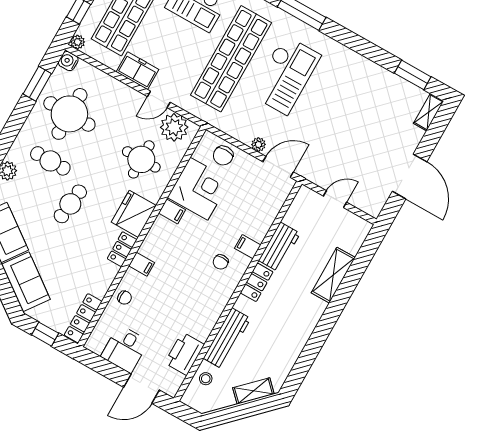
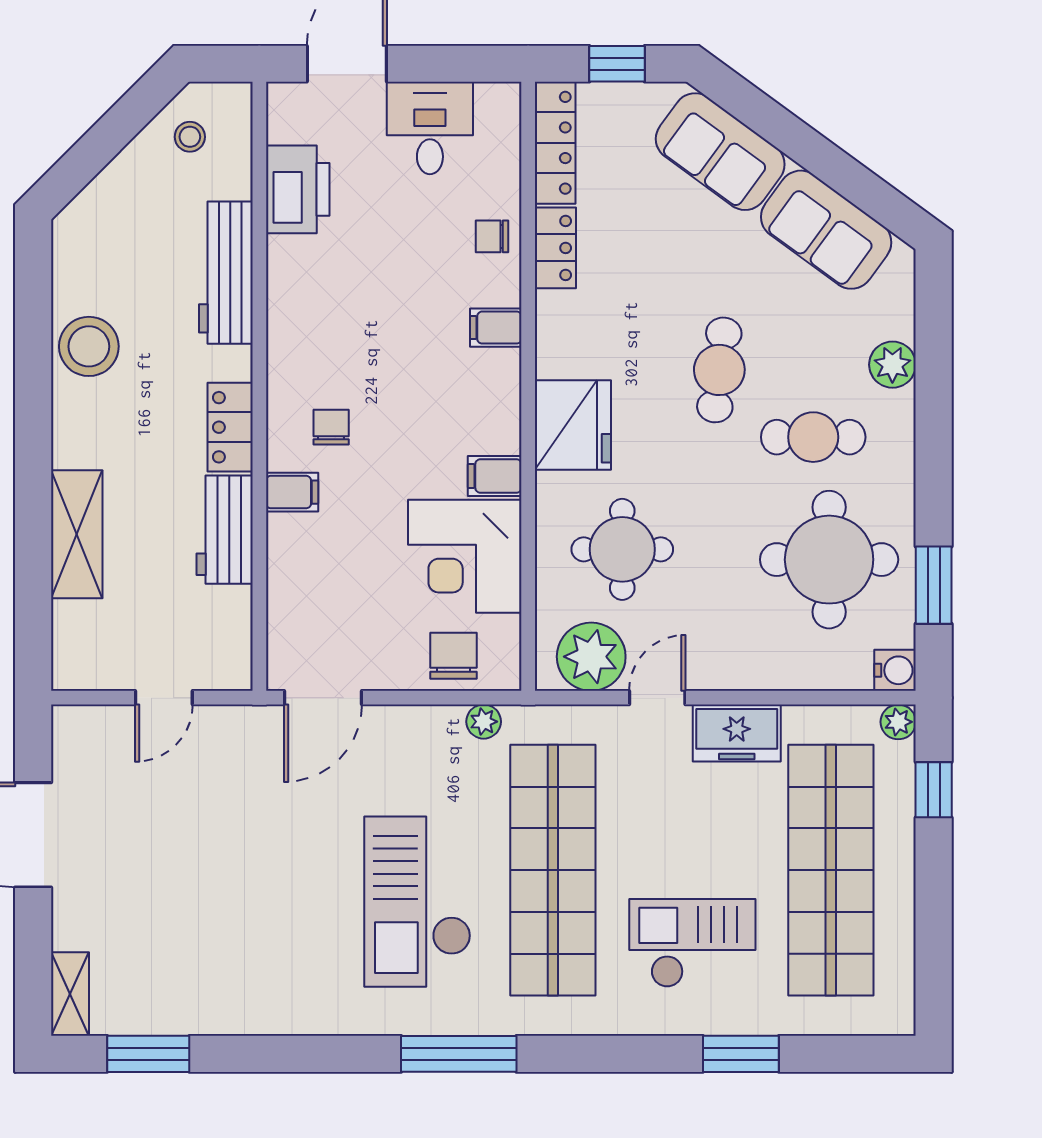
plant: (259, 145) -> (484, 722), moved
locker: (122, 249) -> (555, 248), moved
stool: (291, 340) -> (89, 346), added
stool: (206, 379) -> (190, 137), moved
shelving: (253, 391) -> (107, 193), removed

